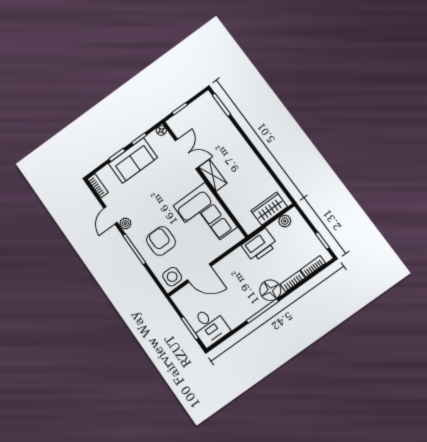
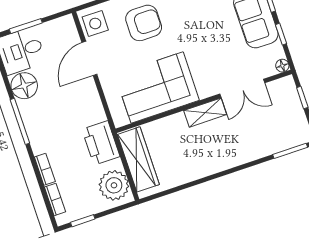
wardrobe: (269, 209) -> (138, 159), width x1.50
plant: (285, 221) -> (114, 185), width x1.88, depth x1.88
floor lamp: (270, 290) -> (24, 86), moved

